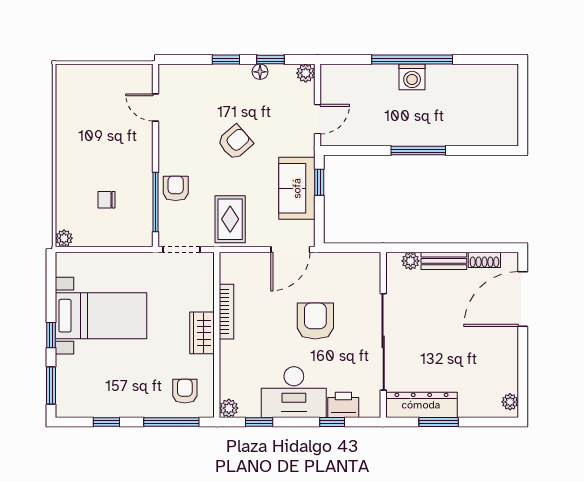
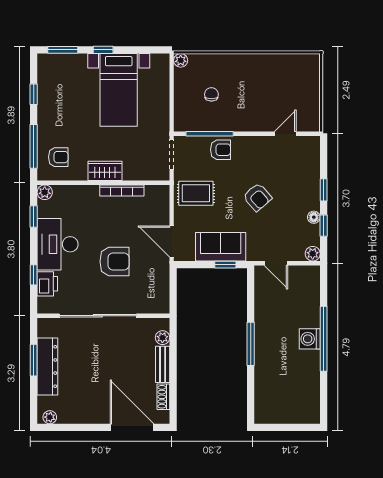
dresser: (421, 405) -> (47, 367), moved

